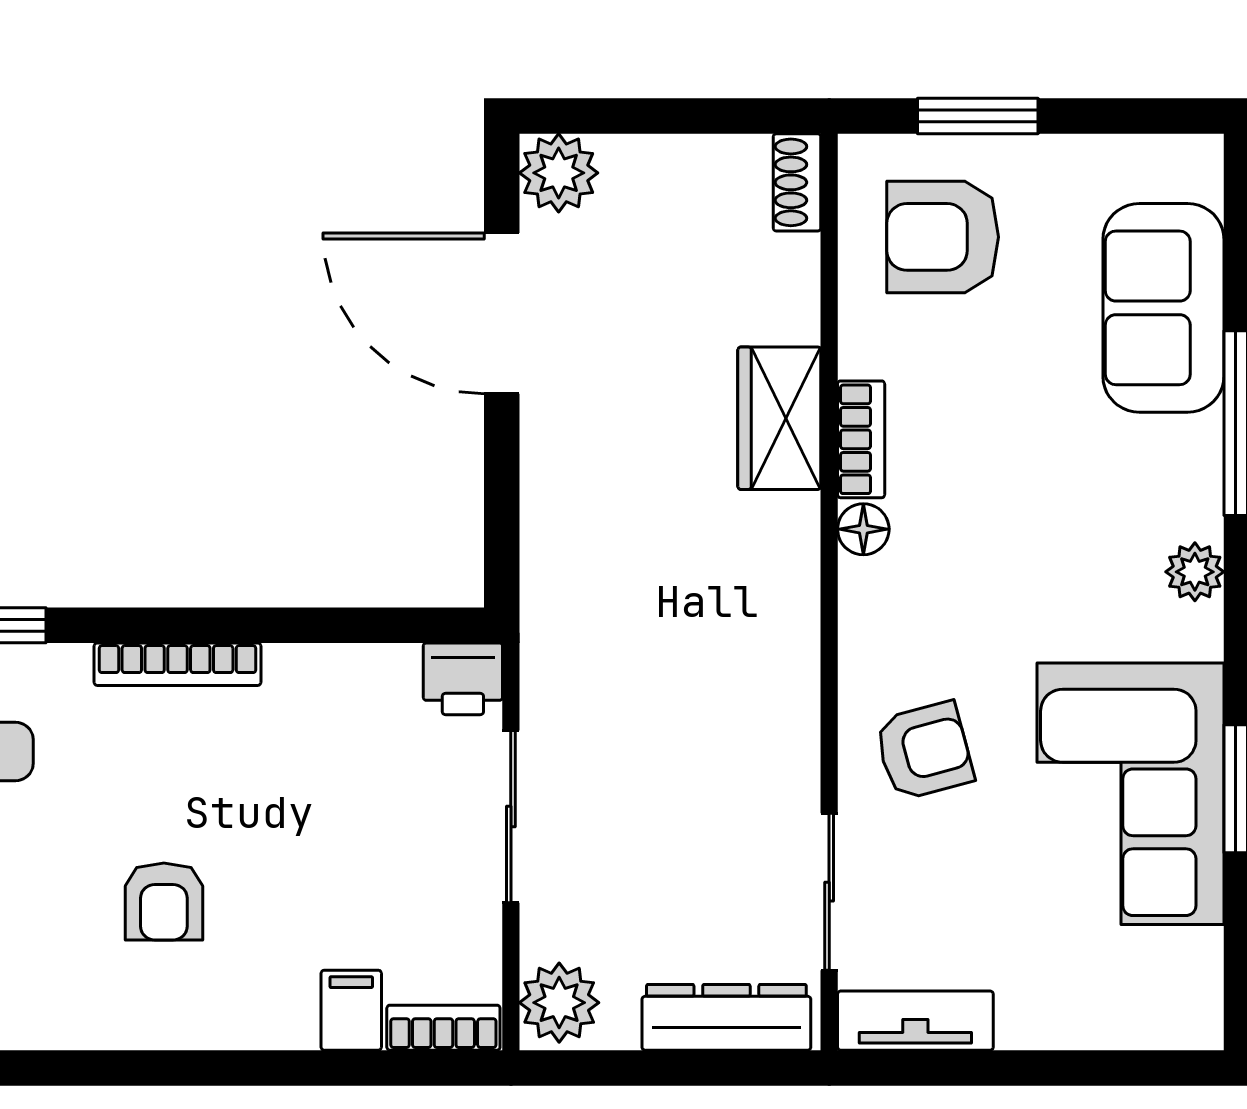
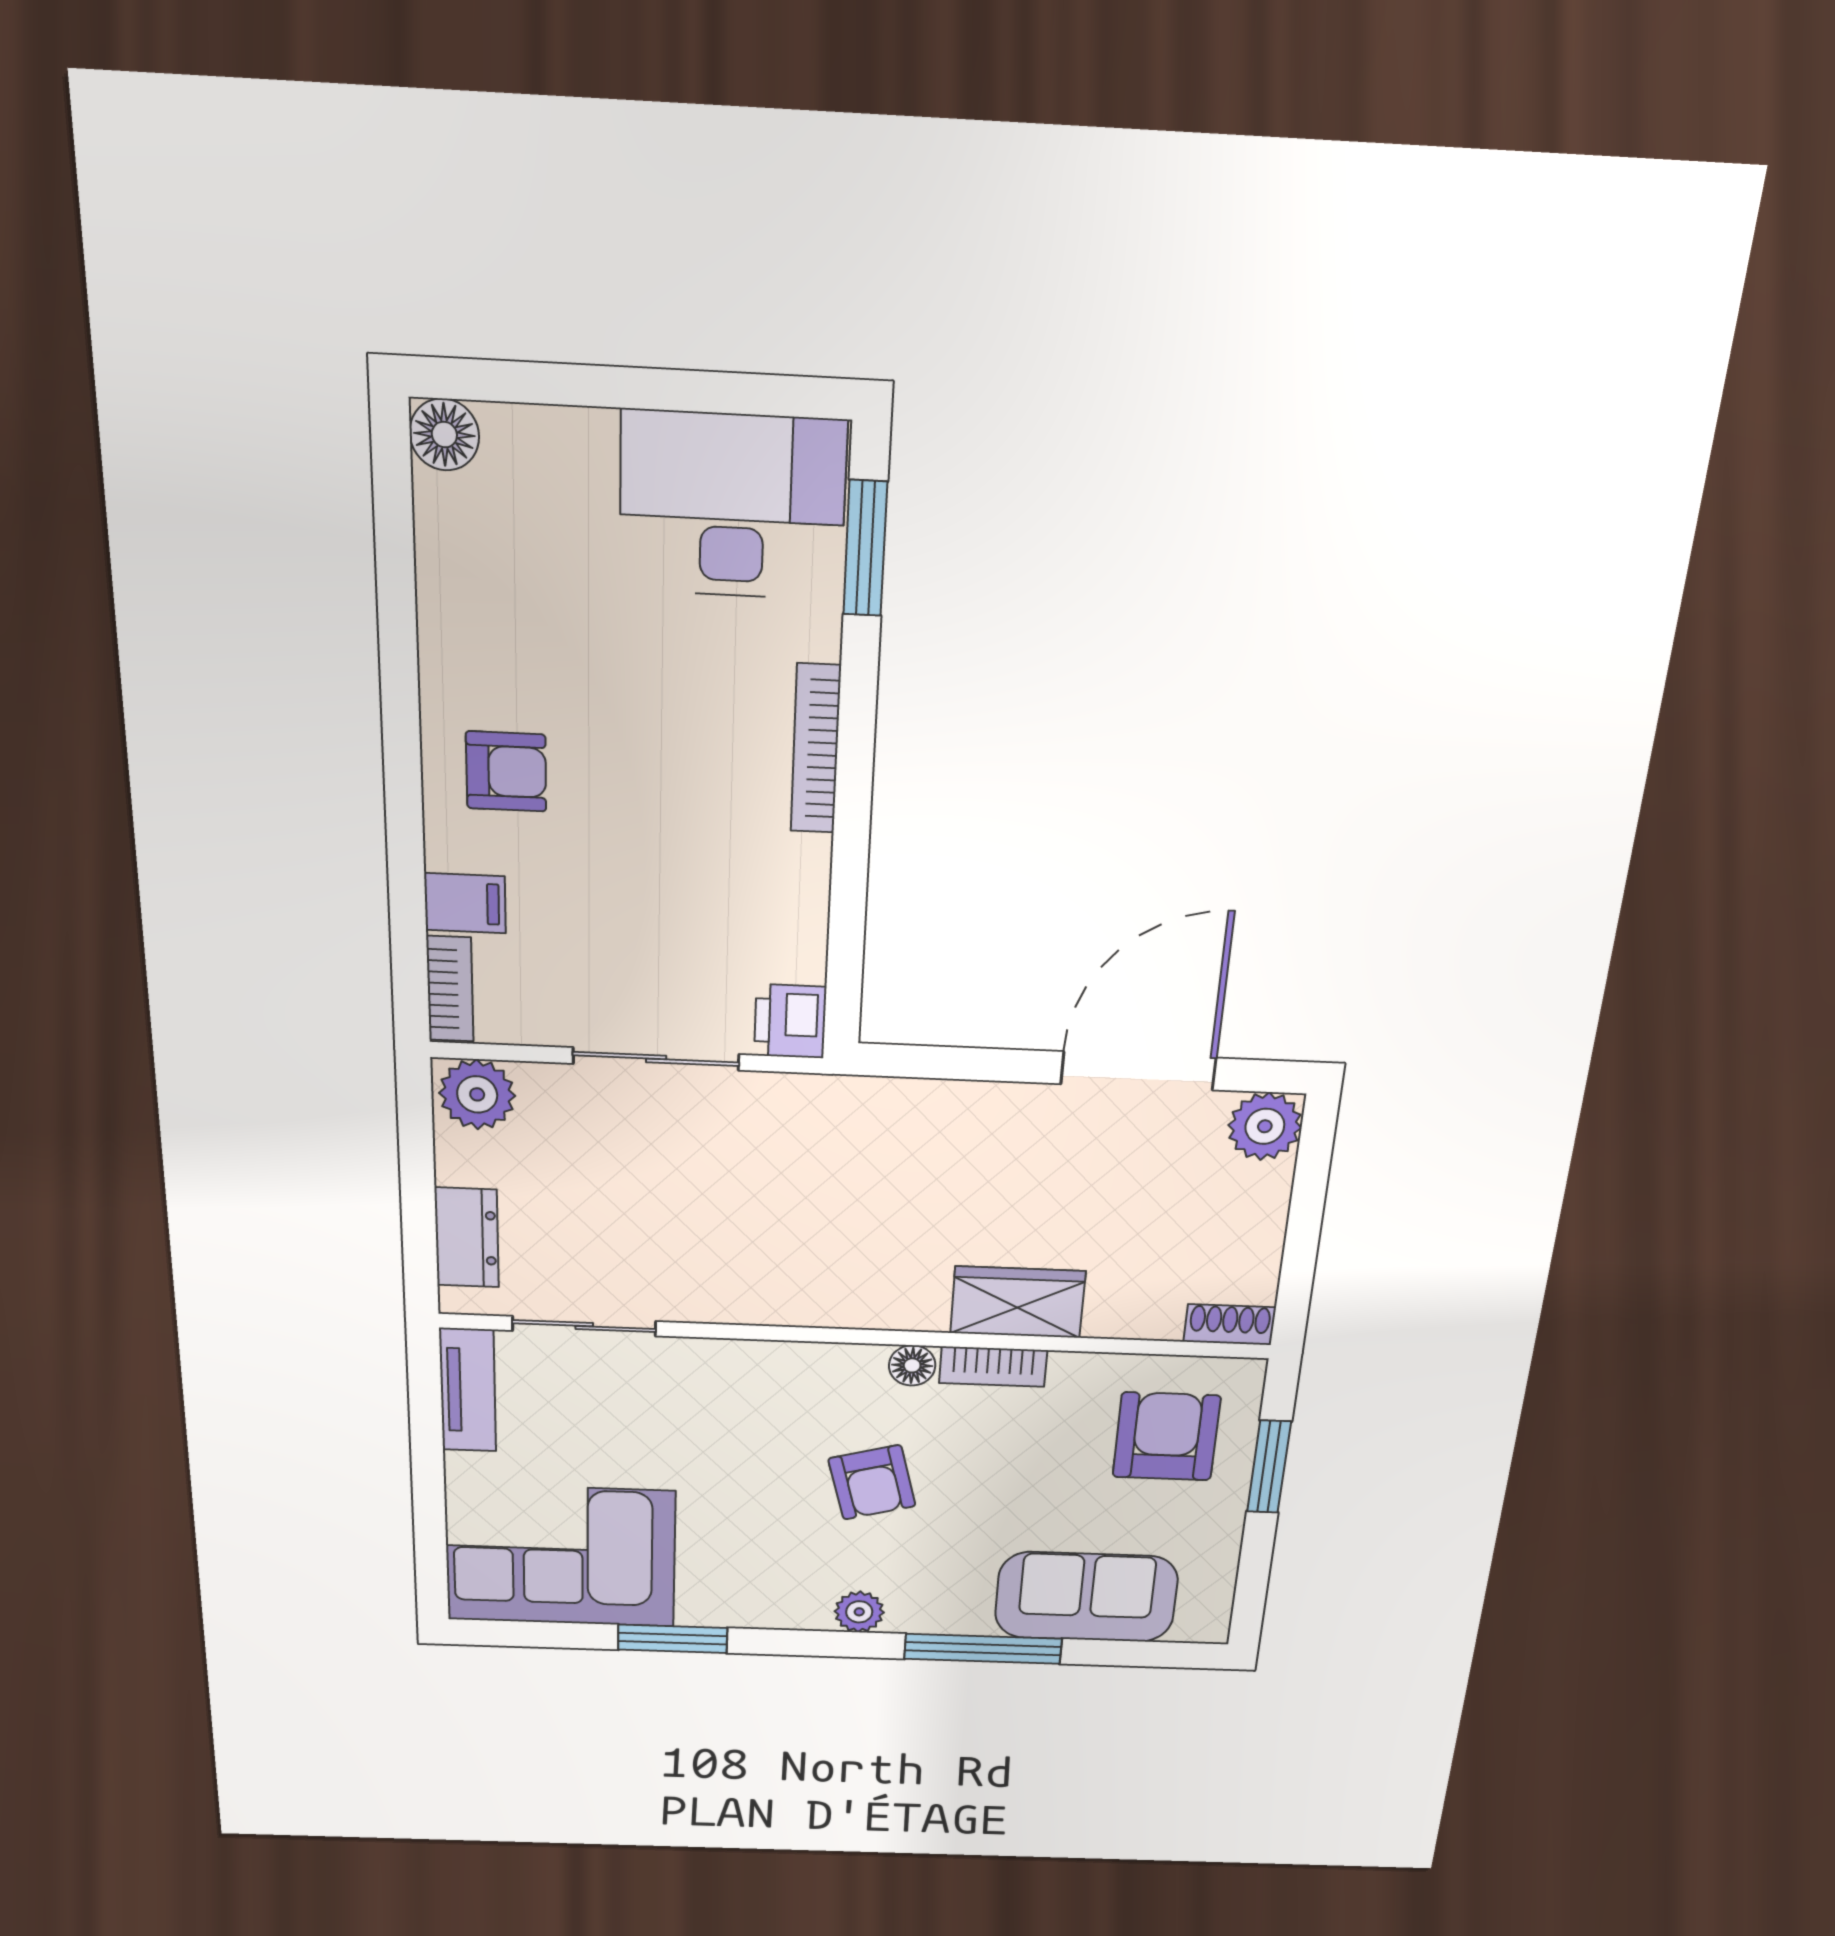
armchair: (924, 751) -> (872, 1482), moved
corner sofa: (1130, 794) -> (561, 1556), moved
armchair: (164, 901) -> (506, 771), moved, turned 180
dresser: (726, 1017) -> (467, 1237), width x0.70

